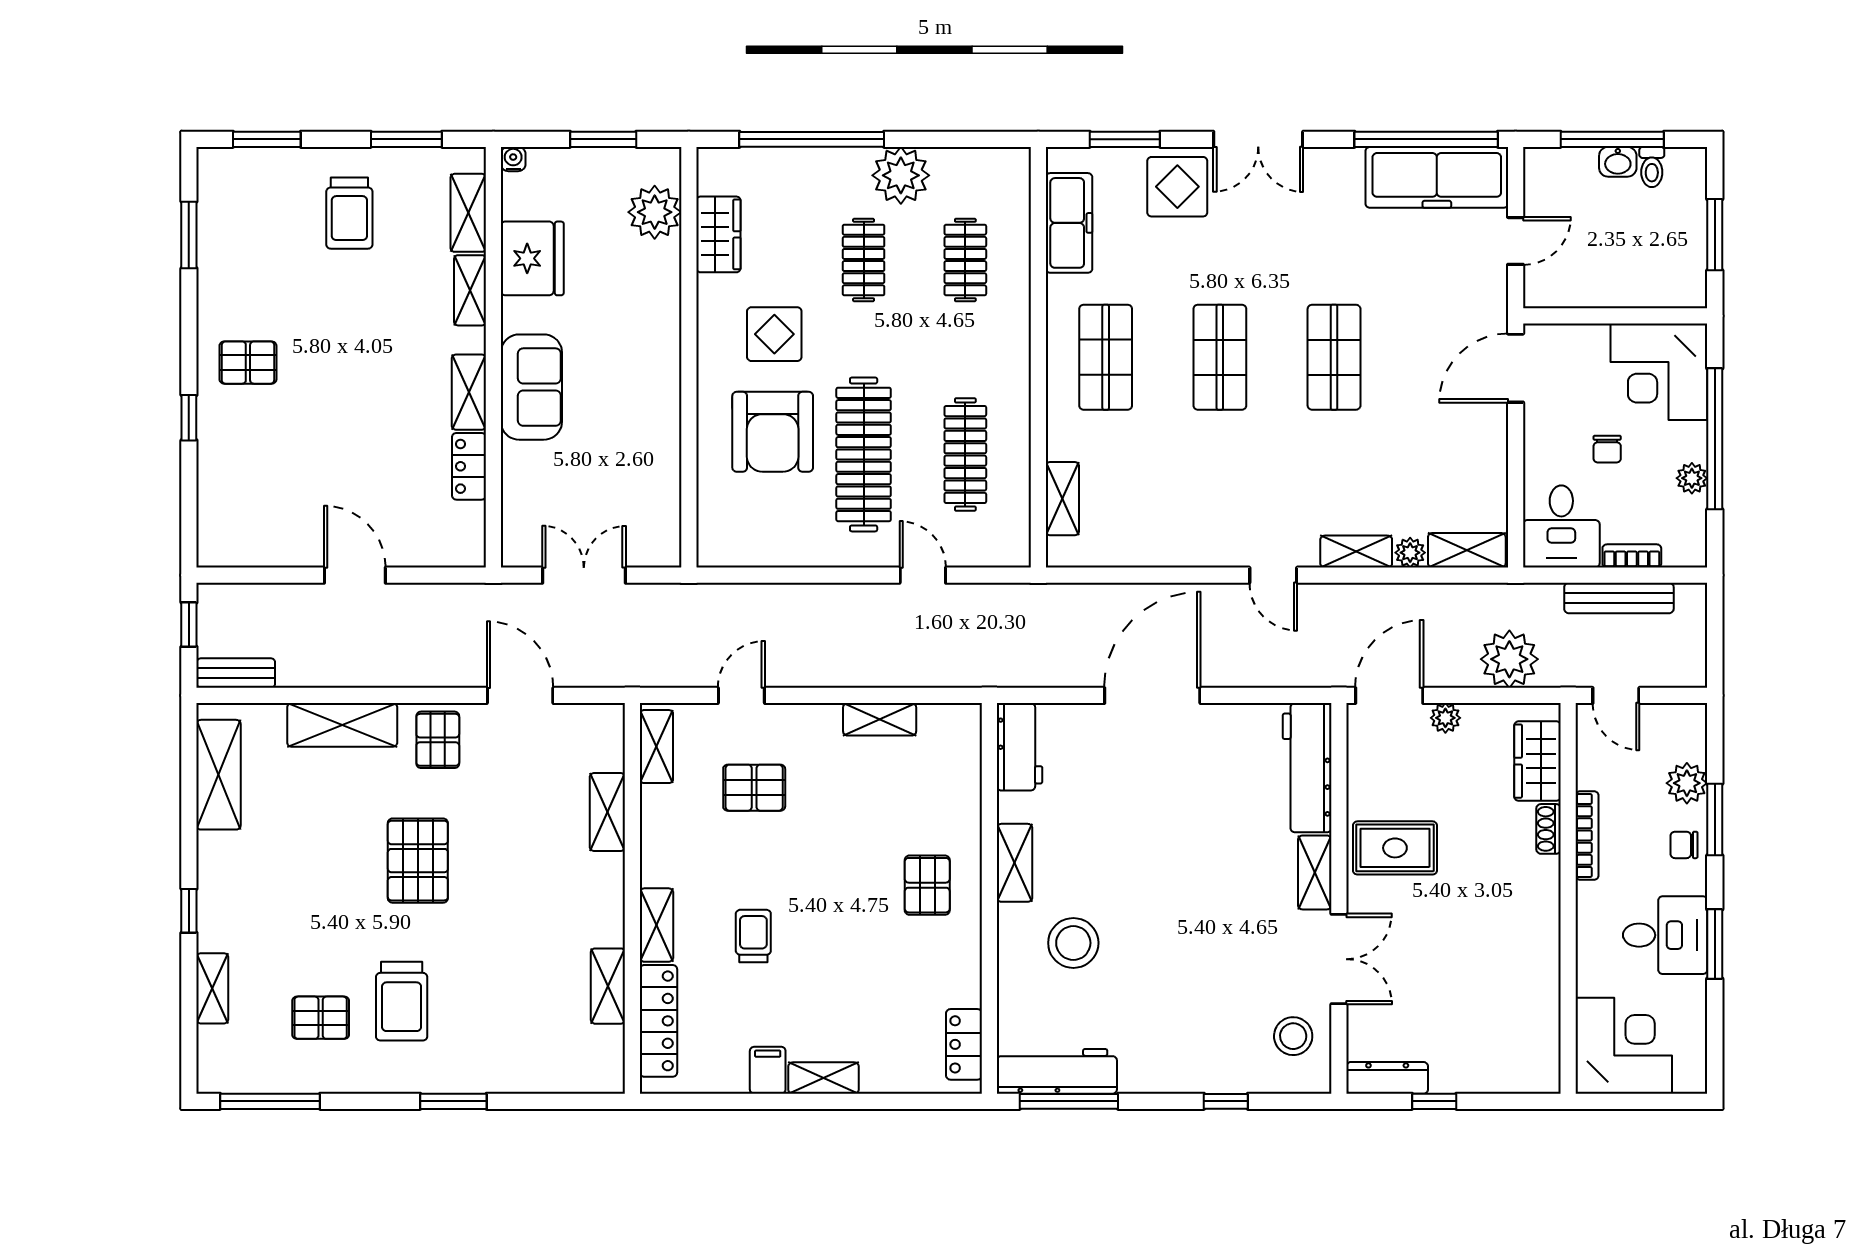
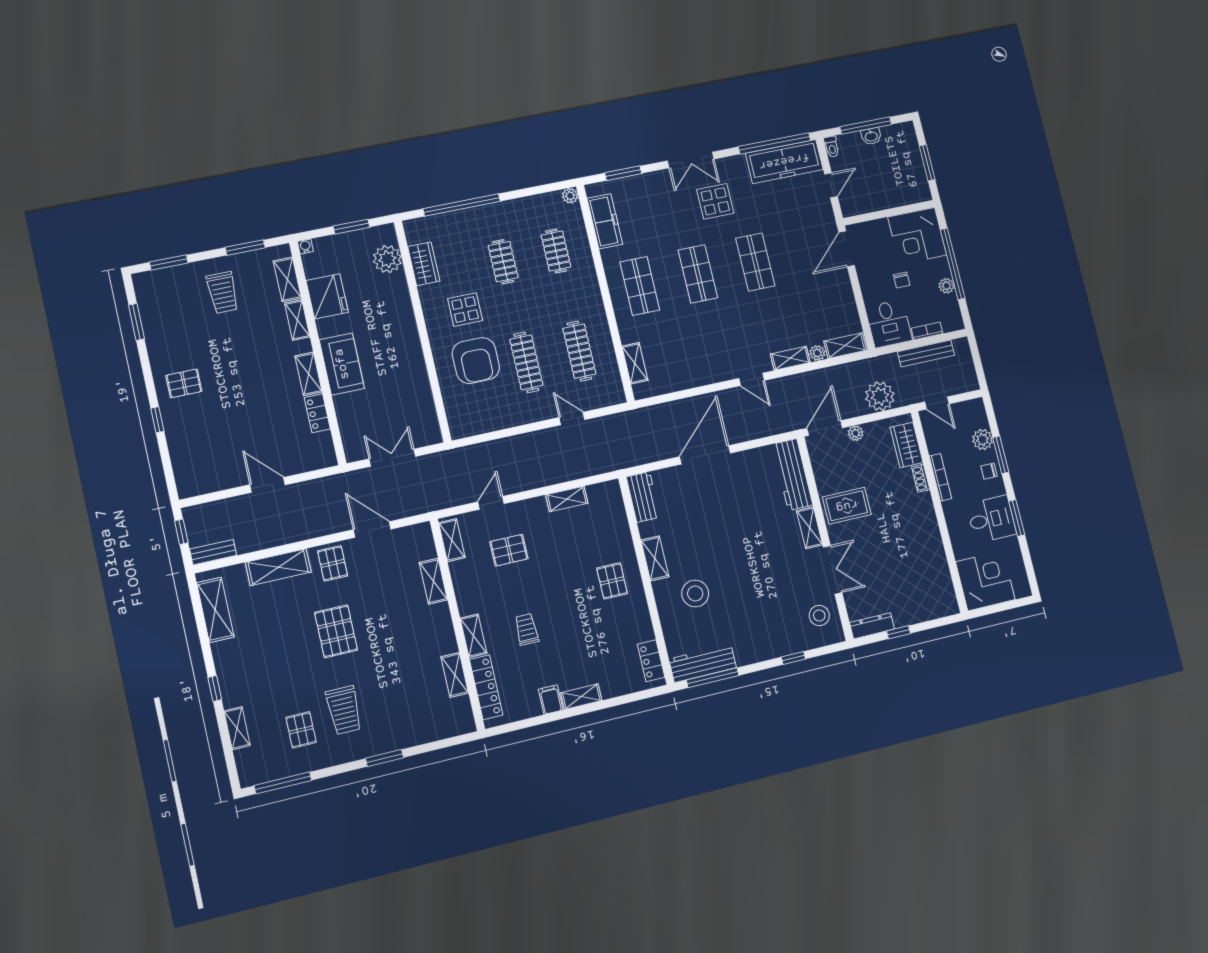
toilet: (1652, 167) -> (832, 147), moved
plant: (901, 175) -> (570, 196), moved, width x0.53, depth x0.53
display table: (1177, 187) -> (715, 201), moved
clothes rail: (864, 454) -> (526, 362), width x0.73, depth x0.76
pallet: (321, 1018) -> (301, 730), turned 90

